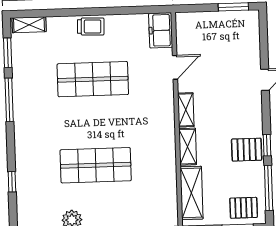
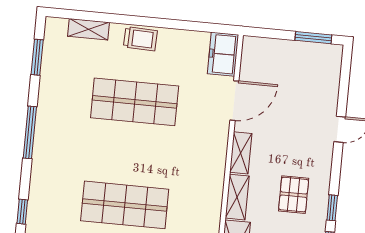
shelving: (29, 25) -> (88, 29), moved
door: (175, 67) -> (234, 101), width x1.38
window: (9, 100) -> (30, 132), moved
pallet: (247, 150) -> (294, 195), moved, turned 90

